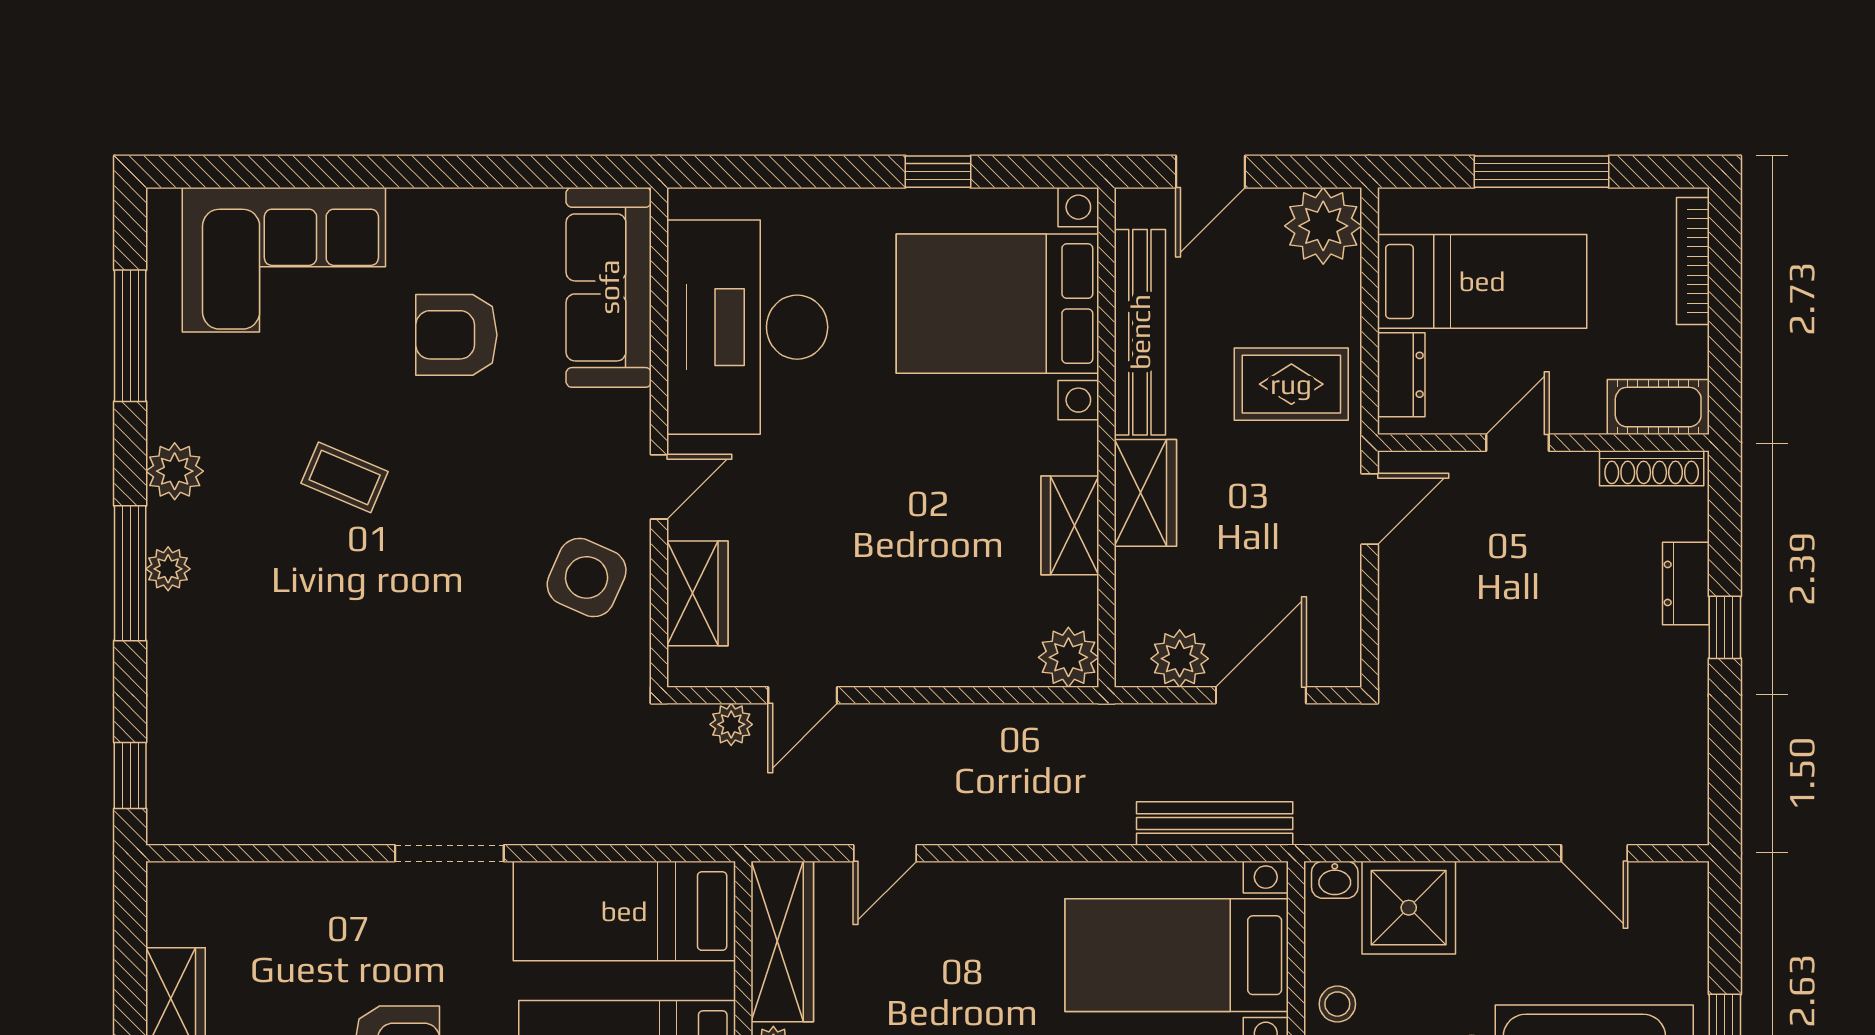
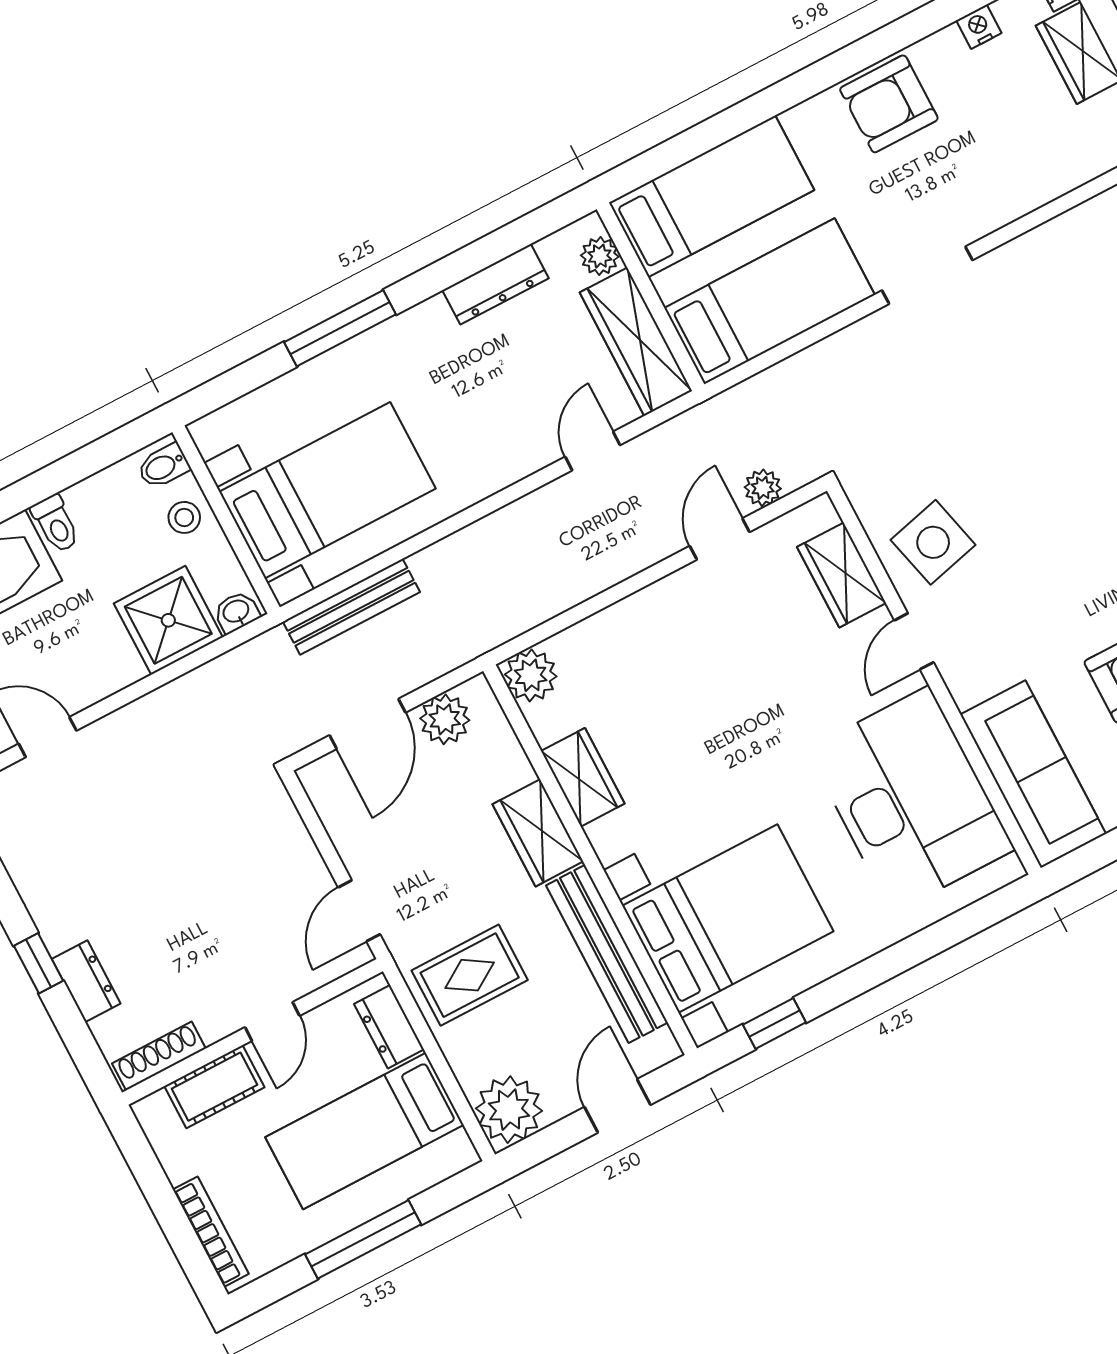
window: (938, 172) -> (774, 1023), moved
cot: (1658, 407) -> (214, 1087), moved
side table: (587, 577) -> (933, 542), turned -38

